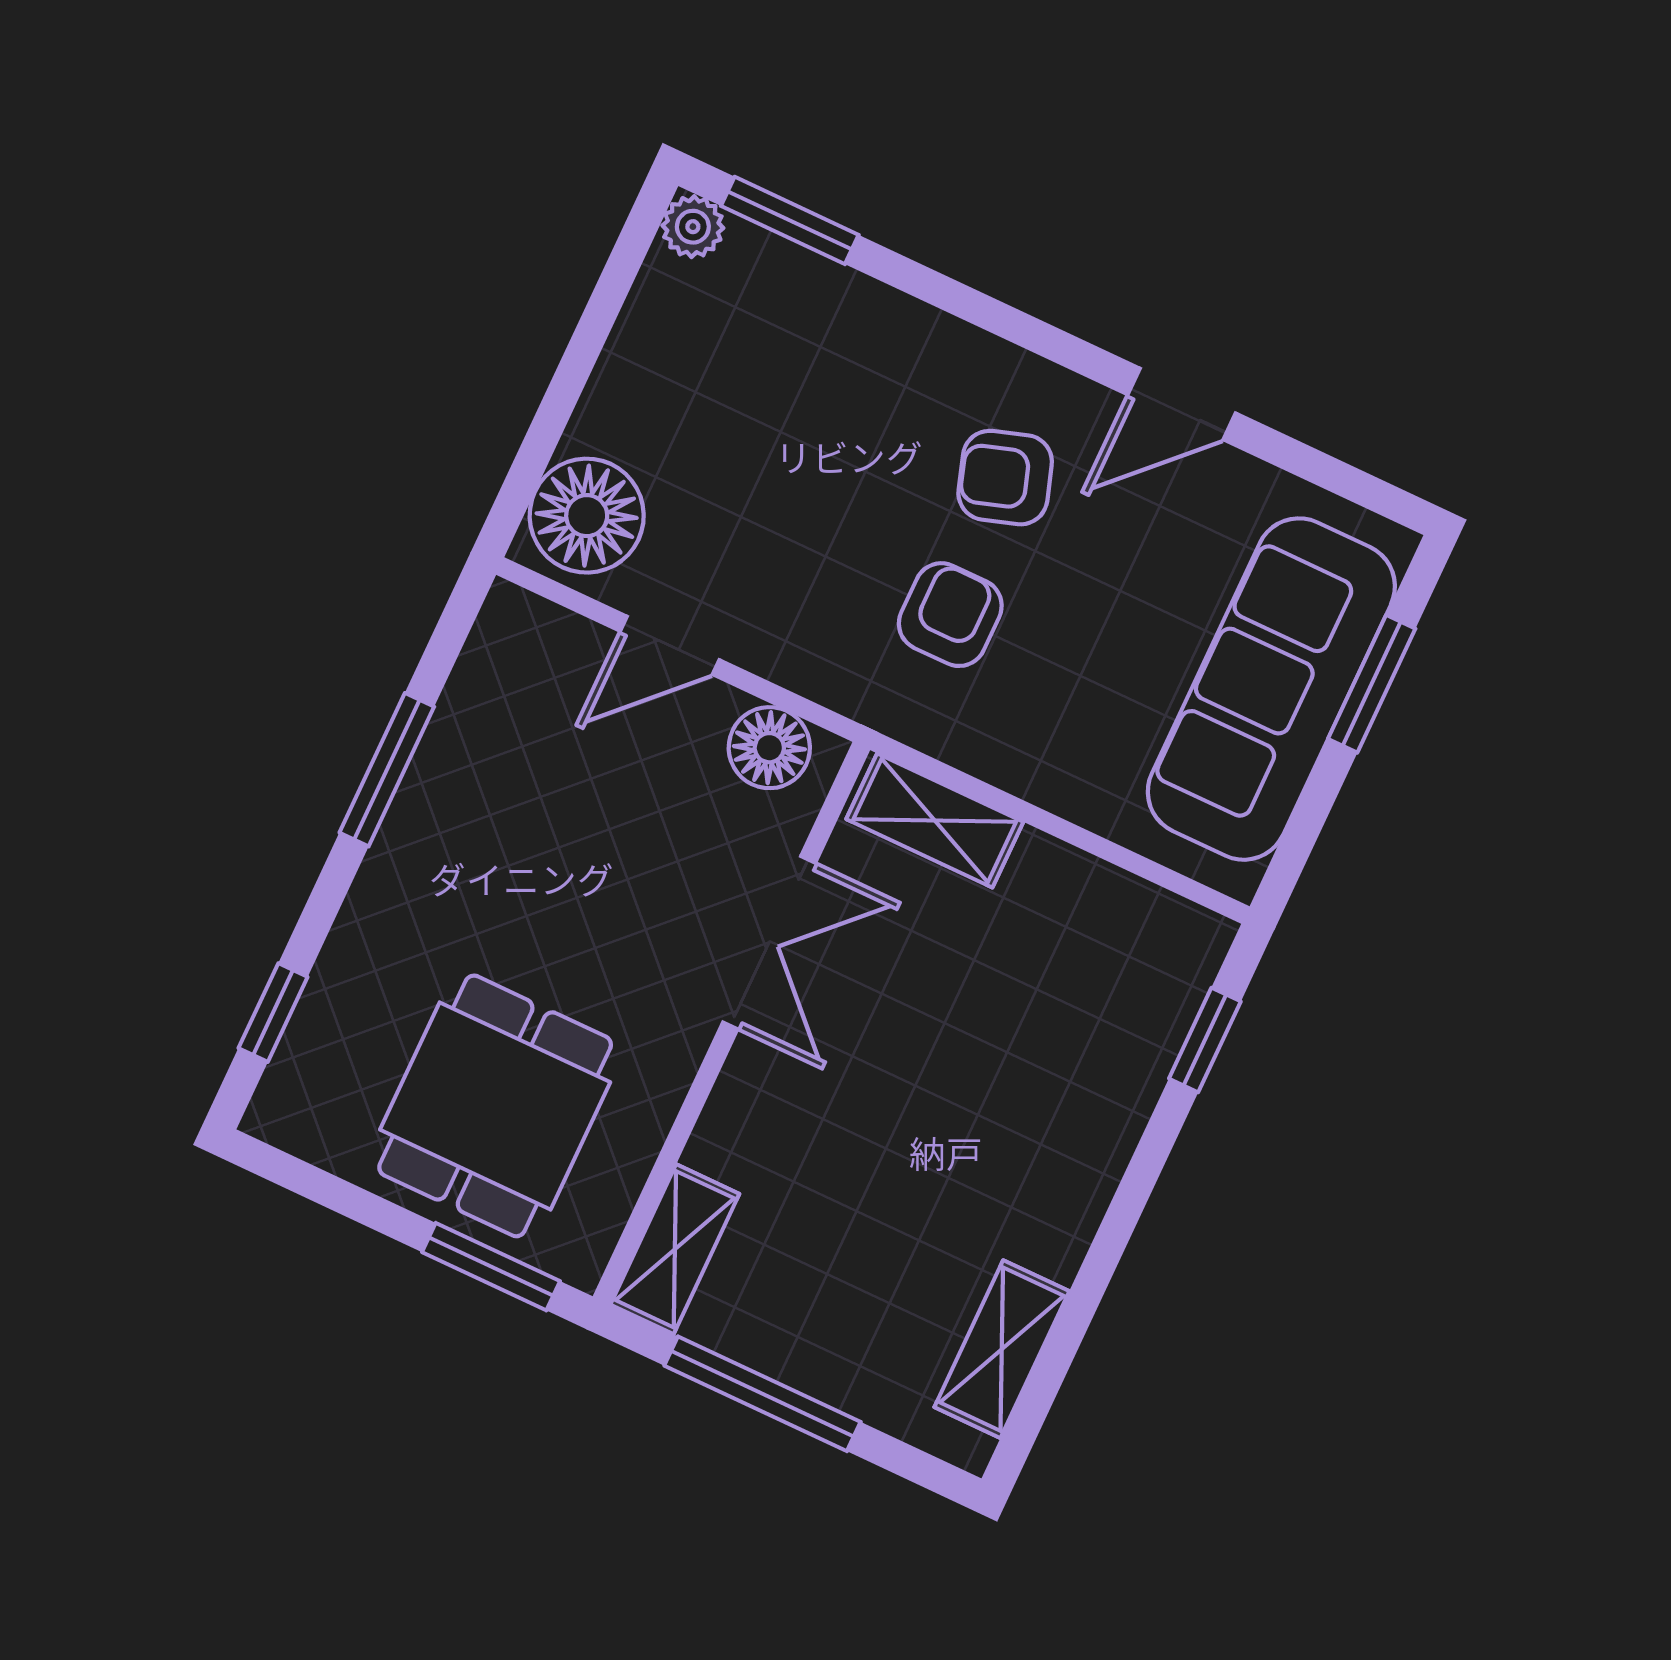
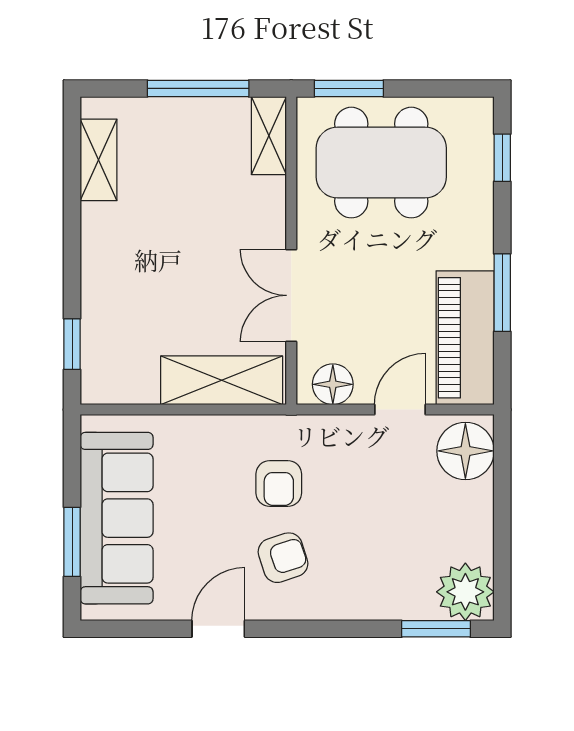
plant: (693, 227) -> (465, 592), width x1.88, depth x1.88
piano: (492, 720) -> (465, 338), added
shelving: (935, 820) -> (222, 380), width x1.50, depth x1.33
dining table: (495, 1106) -> (381, 163), width x1.38

